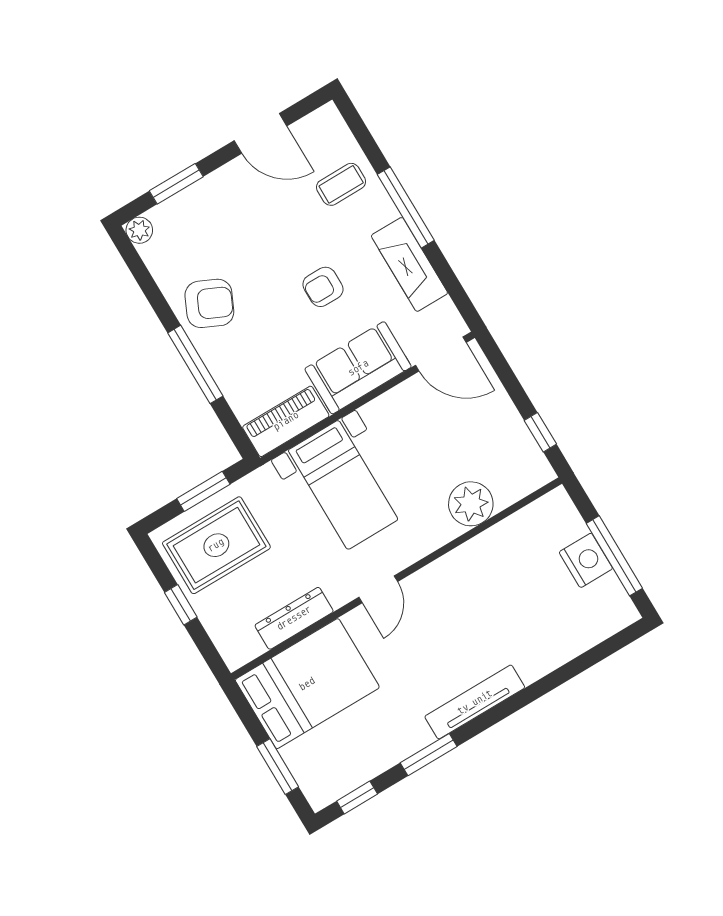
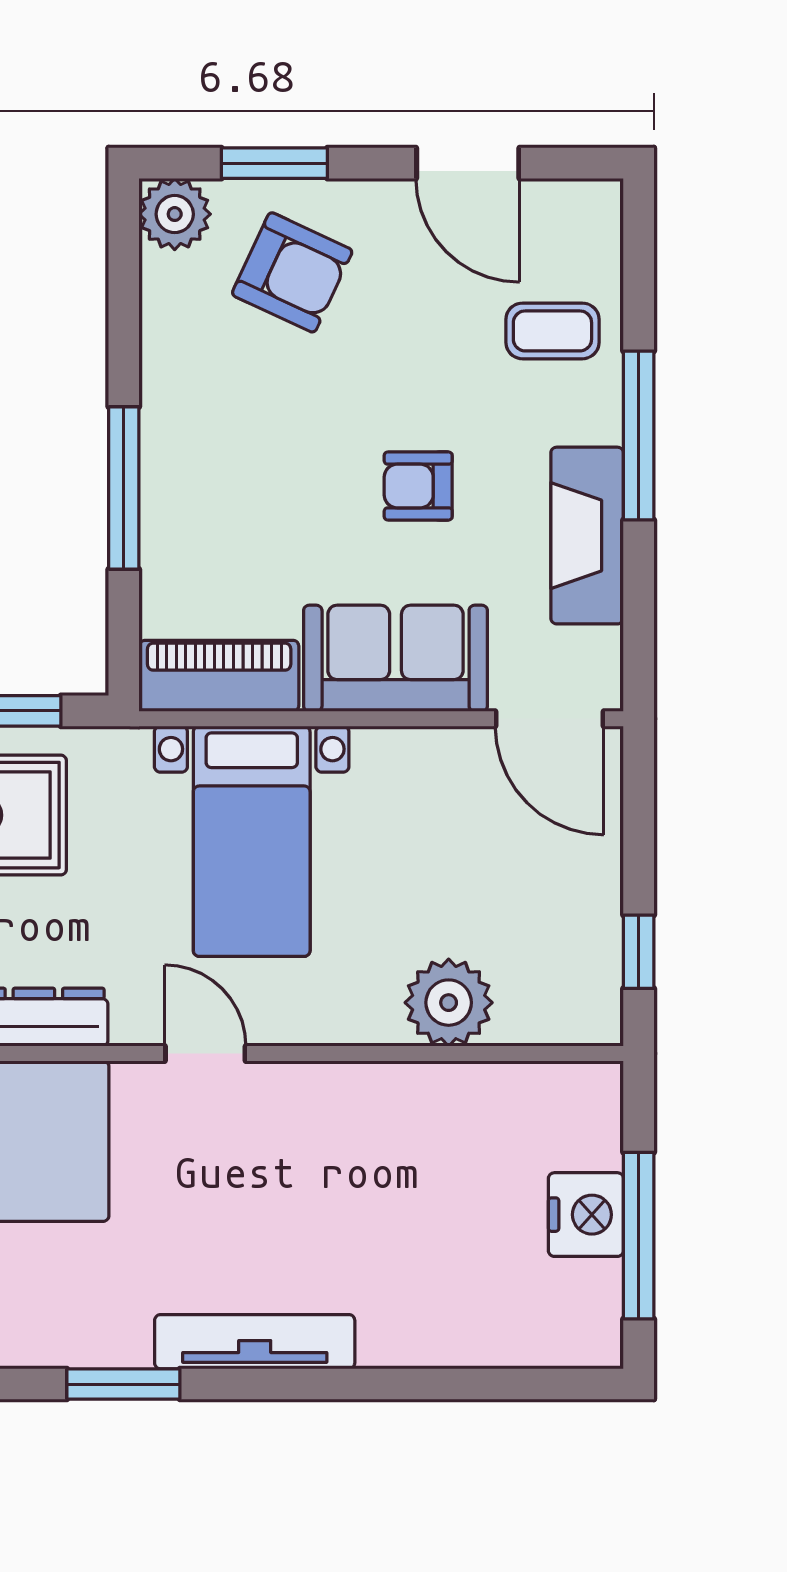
plant: (139, 230) -> (175, 214), width x1.38, depth x1.38
armchair: (209, 303) -> (292, 272), moved
door: (378, 589) -> (205, 1054), swing flipped

